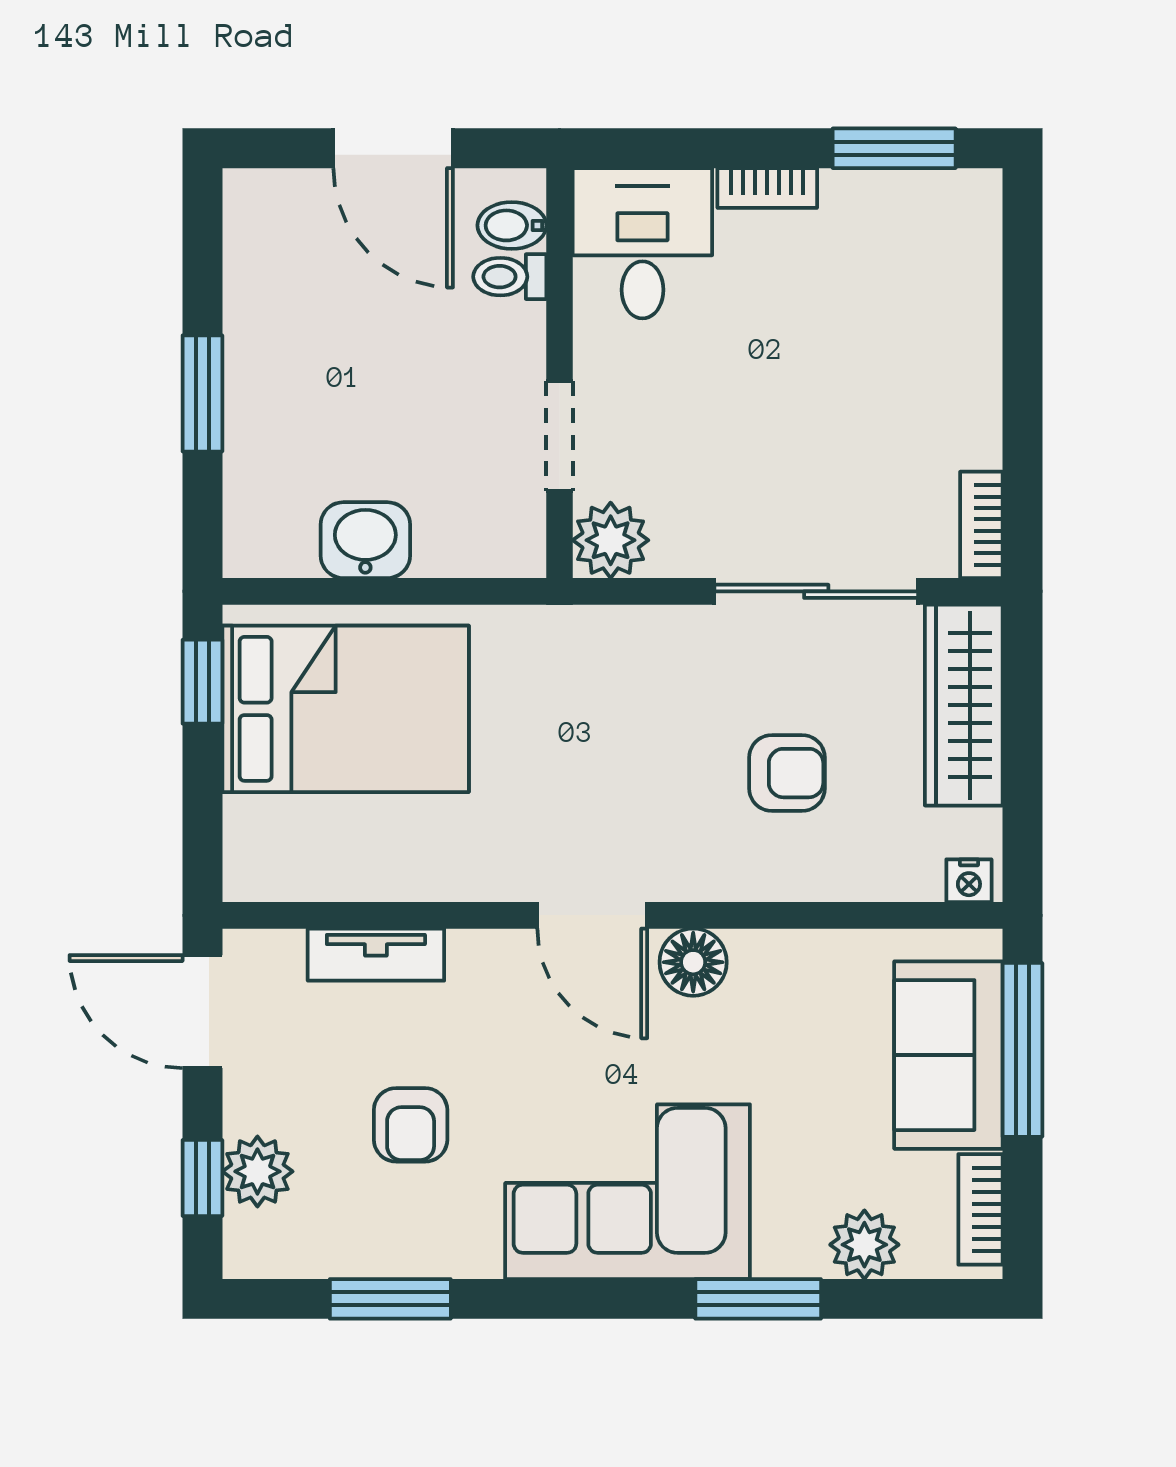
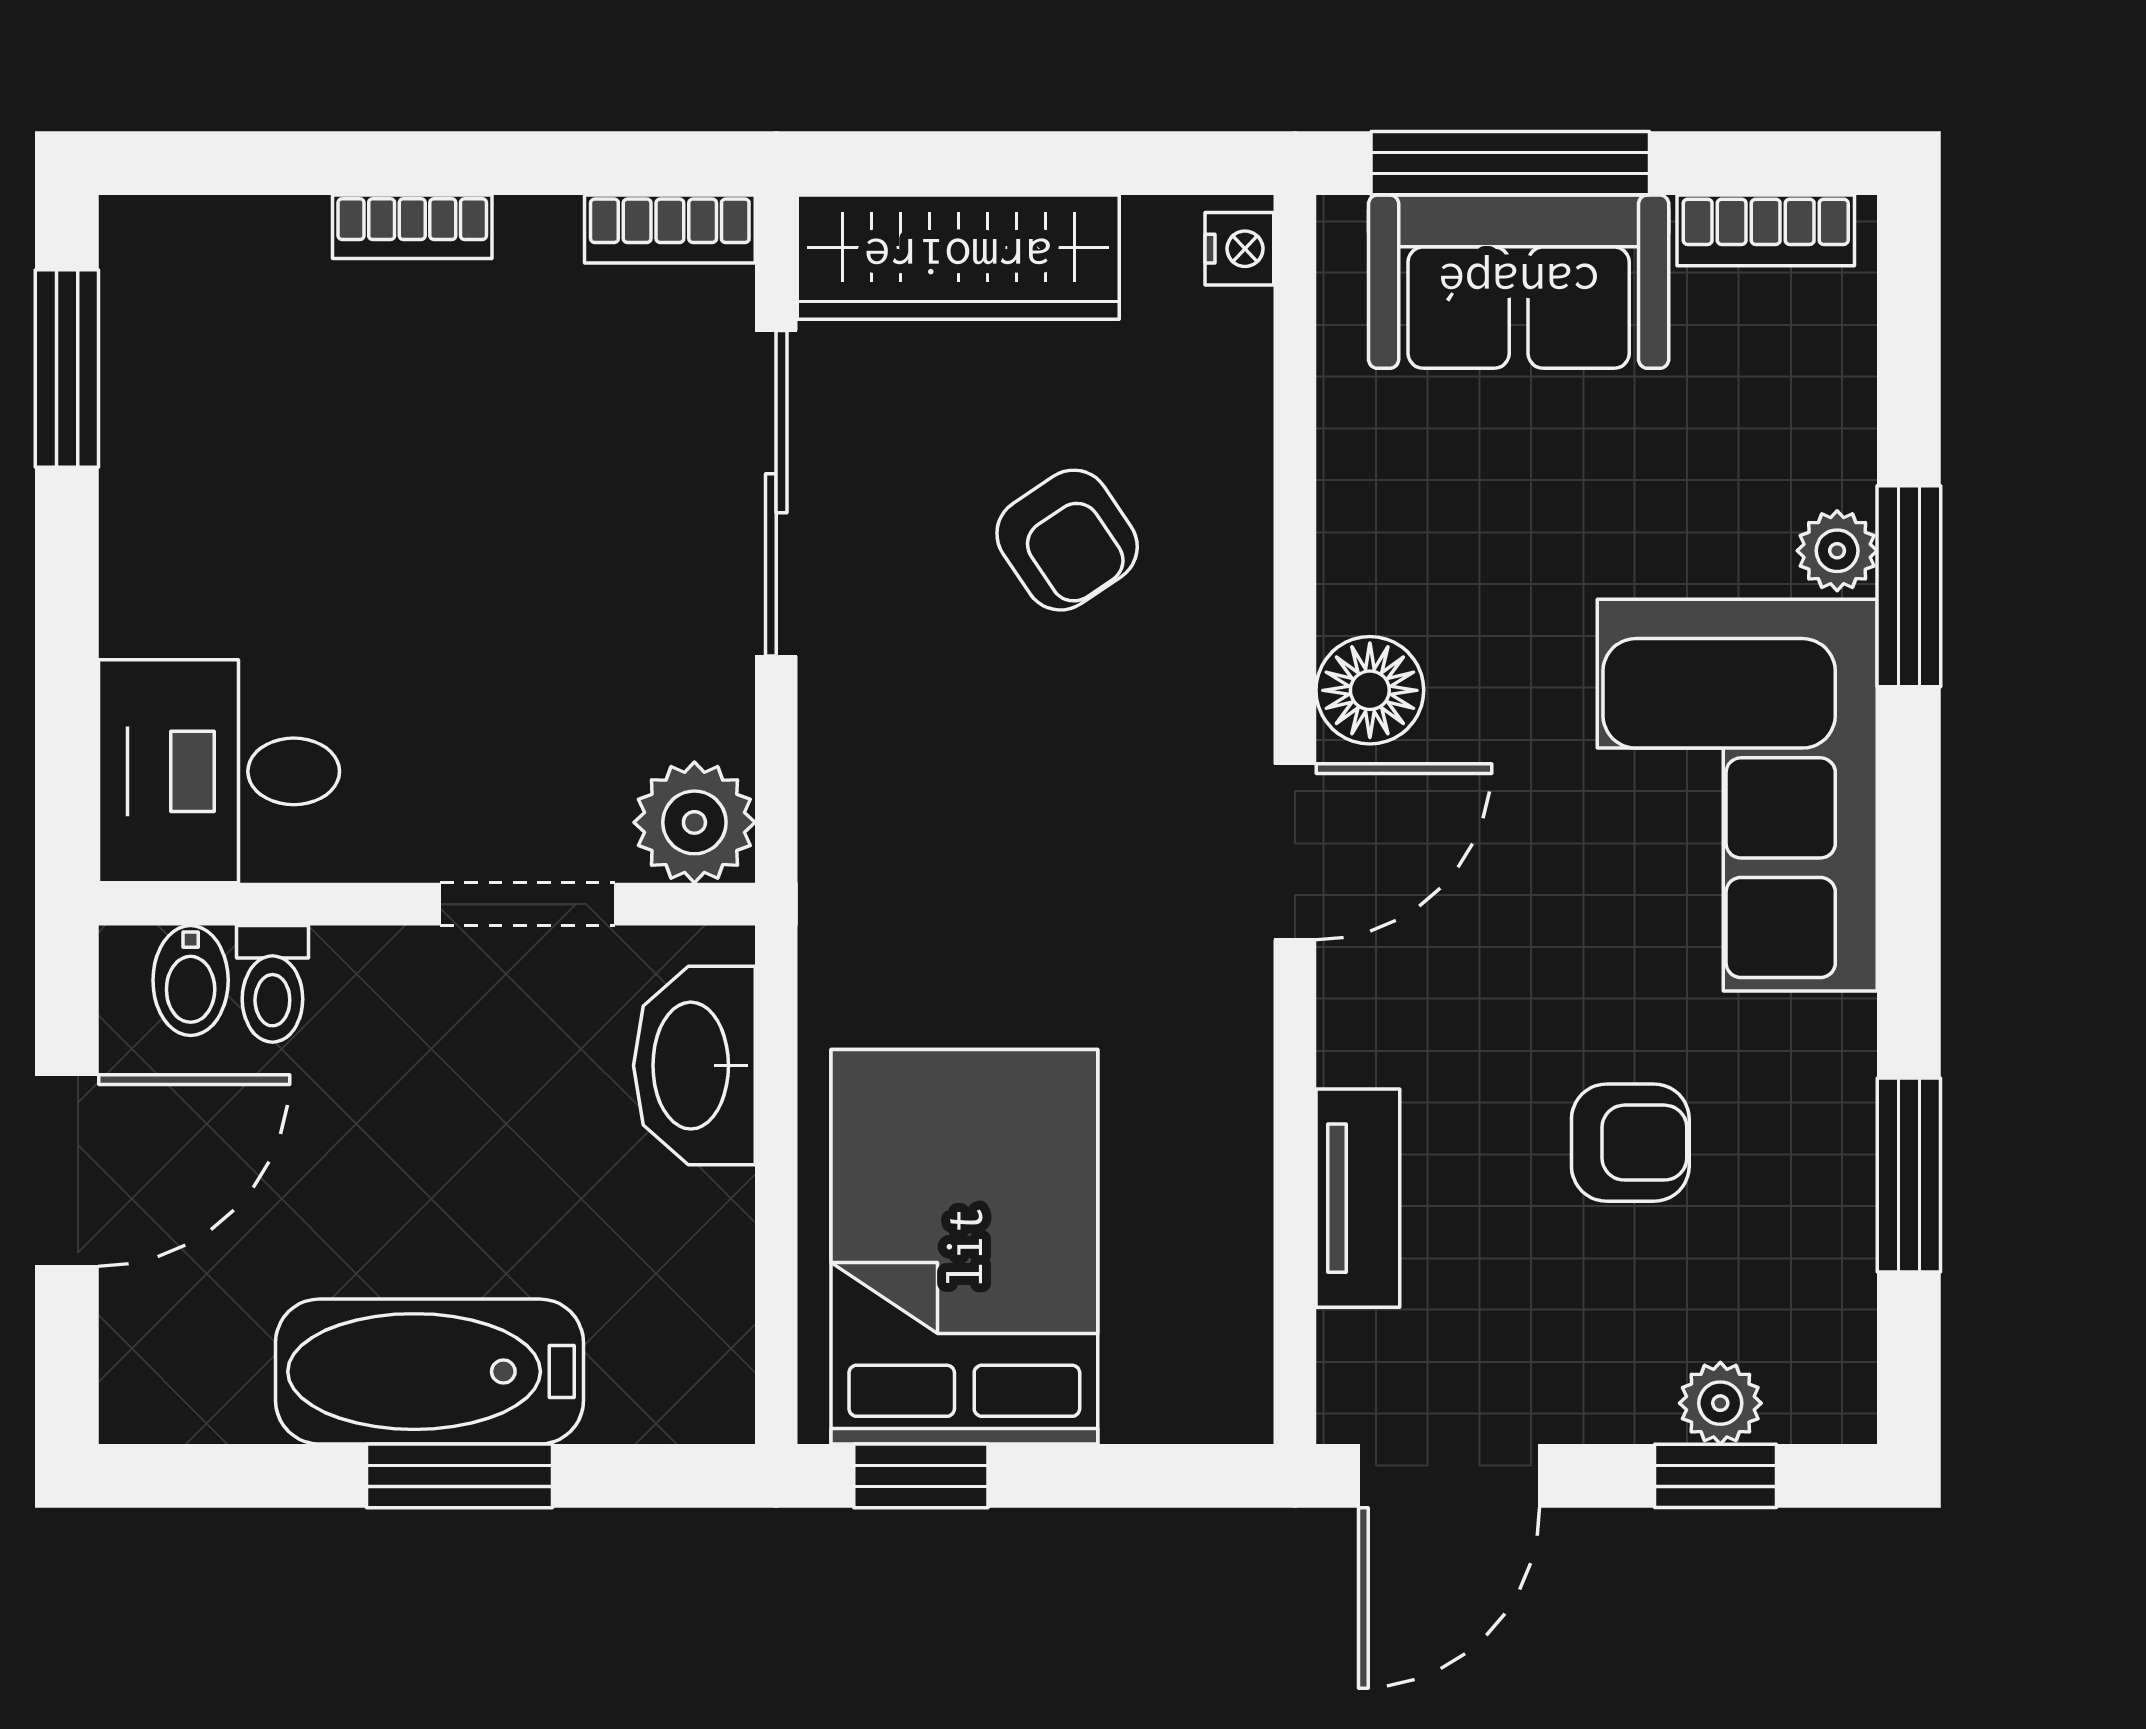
bookcase: (767, 188) -> (412, 227), moved, turned 90
bathtub: (268, 375) -> (429, 1372), added
washbasin: (365, 540) -> (694, 1066), moved, width x1.38
armchair: (787, 773) -> (1067, 540), turned 146
plant: (257, 1171) -> (1720, 1403), width x0.73, depth x0.73
plant: (864, 1245) -> (1837, 551), moved, width x0.73, depth x0.73

